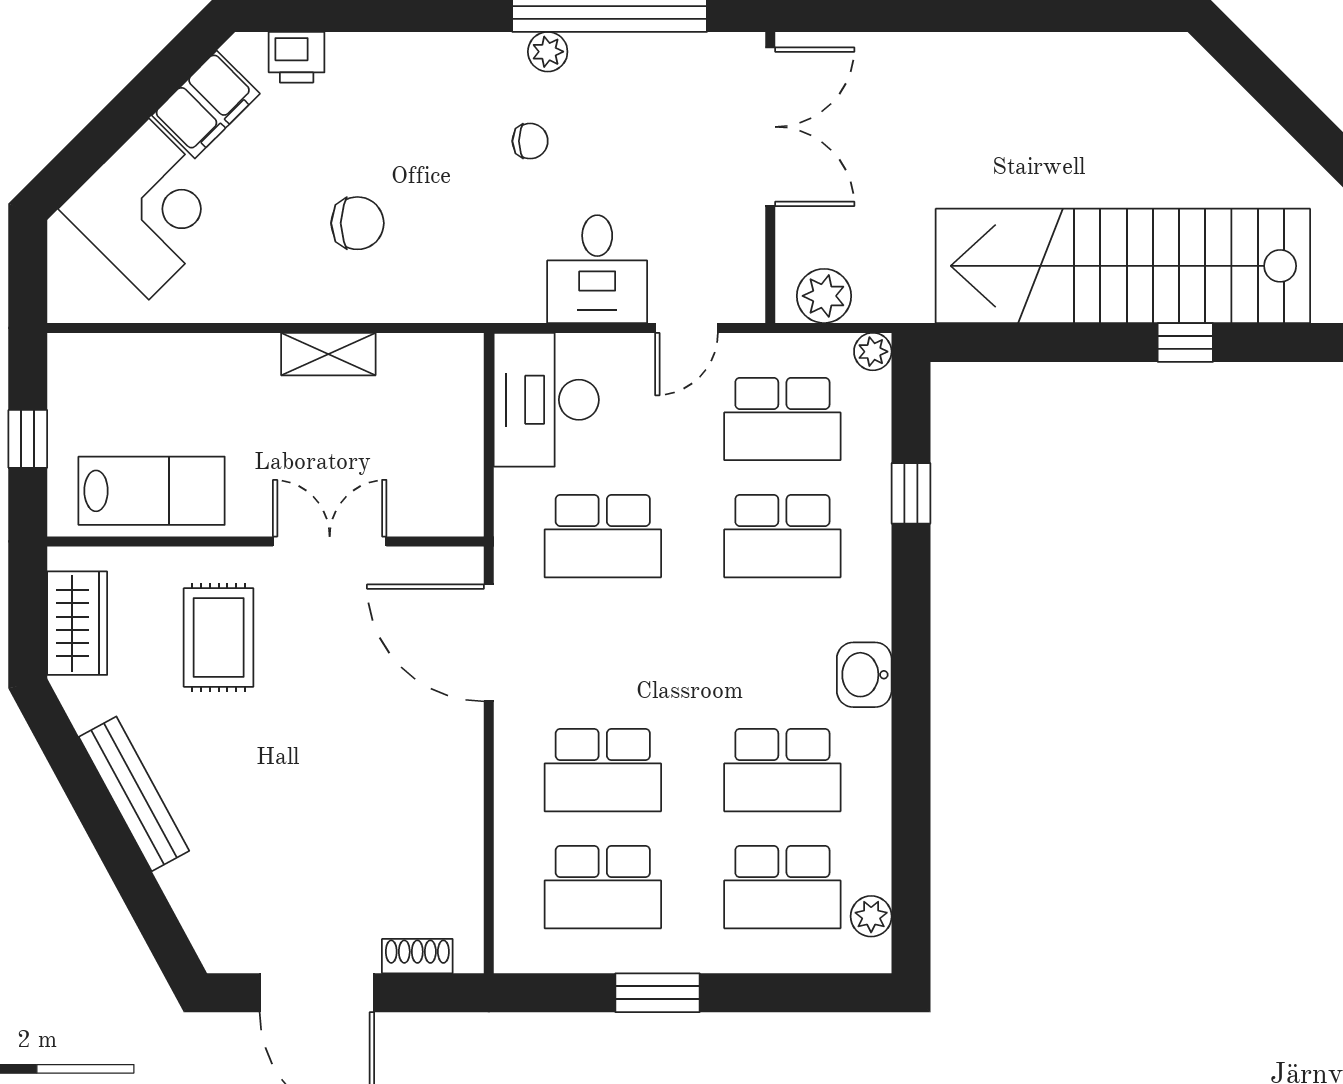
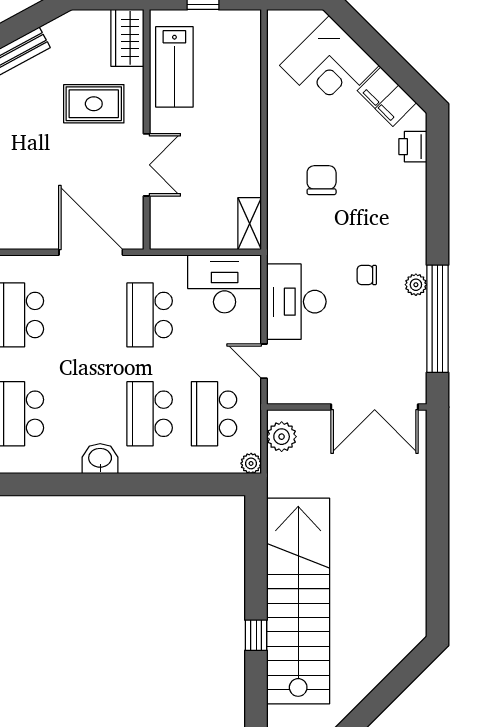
chair: (530, 141) -> (367, 275), turned 90
chair: (357, 223) -> (322, 180), turned 180
desk: (597, 269) -> (296, 302), width x1.37
shelving: (328, 354) -> (250, 224), moved
window: (911, 493) -> (173, 484), removed
wardrobe: (77, 623) -> (127, 38), moved, turned 90
door: (489, 643) -> (91, 252), hinge flipped
washbasin: (864, 675) -> (100, 459), moved

